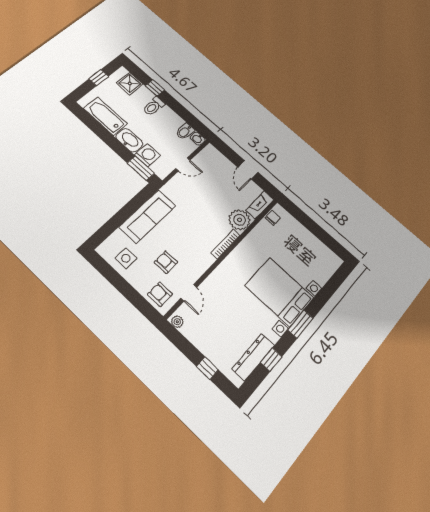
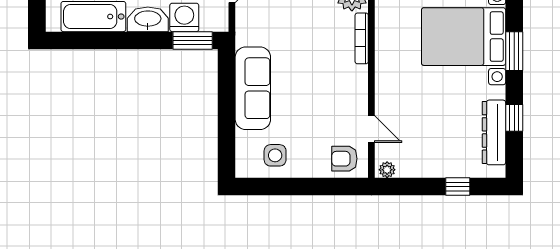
armchair: (166, 262) -> (319, 120), removed

